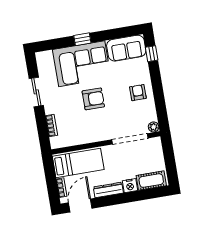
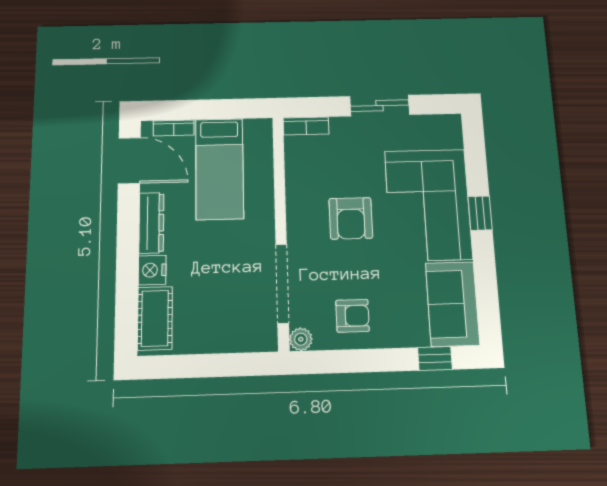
plant: (154, 127) -> (301, 339), moved
doorway: (130, 139) -> (282, 283), moved
wall: (106, 143) -> (281, 231), moved

